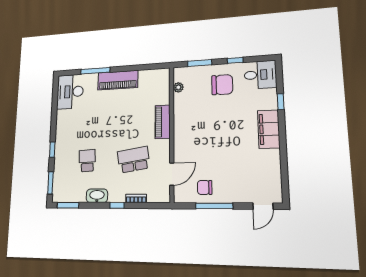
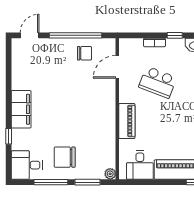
window: (235, 60) -> (51, 182), width x2.17
desk: (151, 82) -> (140, 165), added
plant: (178, 87) -> (110, 174), moved
school desk: (134, 160) -> (158, 82), turned 30
window: (214, 206) -> (76, 35), width x1.46

